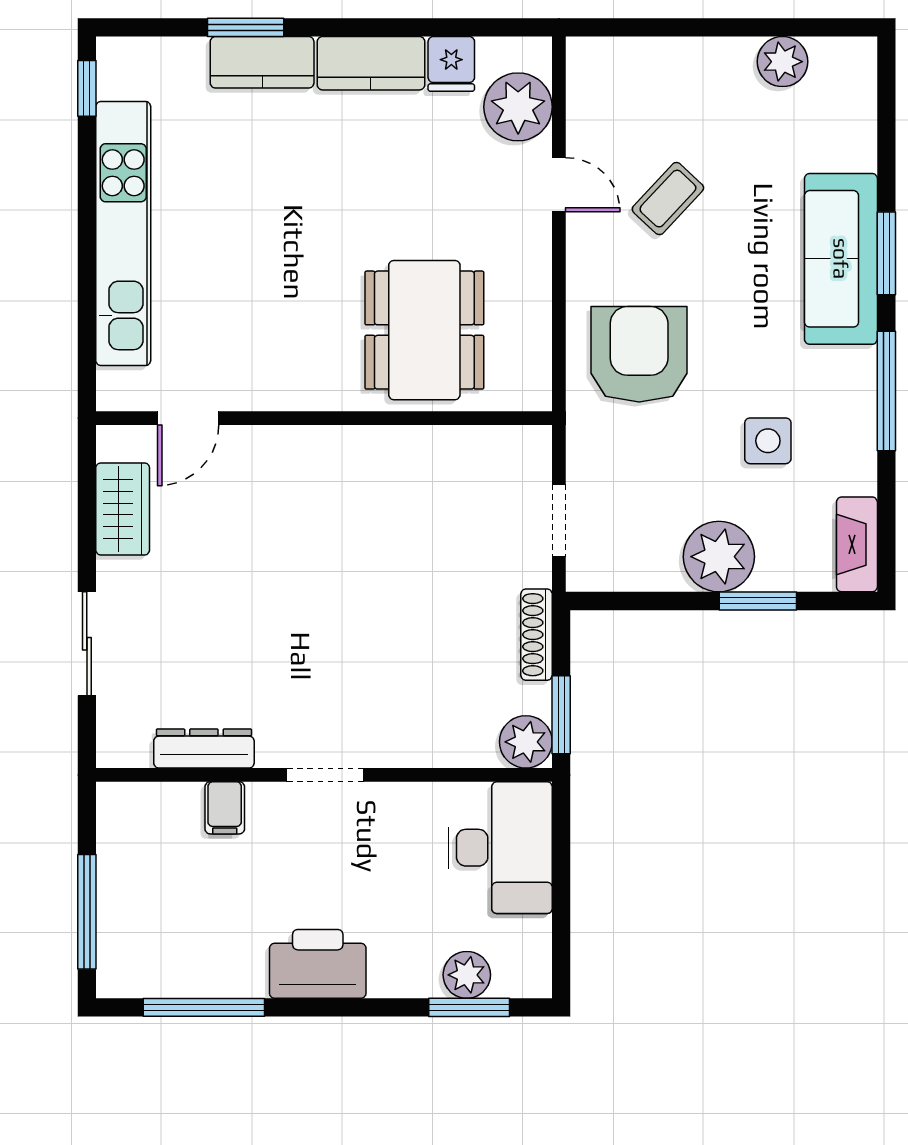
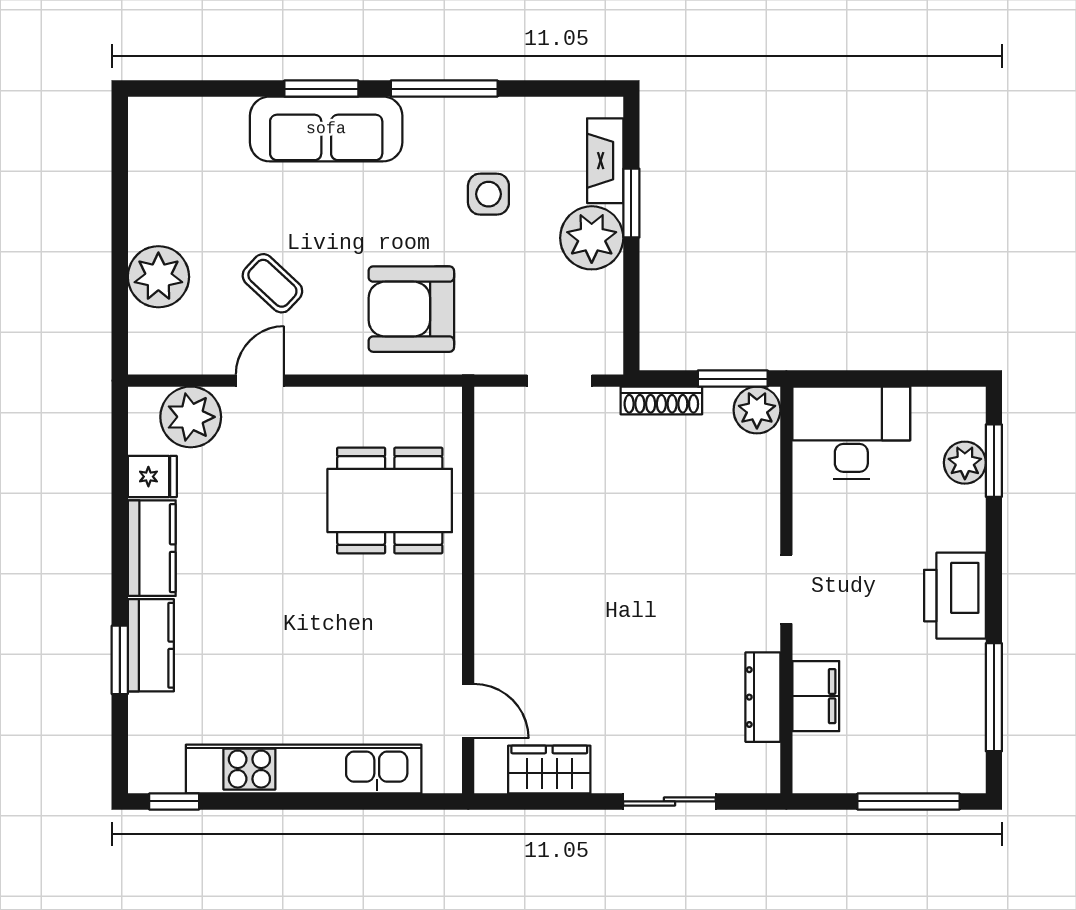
plant: (782, 62) -> (158, 277), moved, width x1.36, depth x1.36
fireplace: (857, 544) -> (605, 161), moved, turned 90
filing cabinet: (225, 808) -> (816, 696), width x2.00

